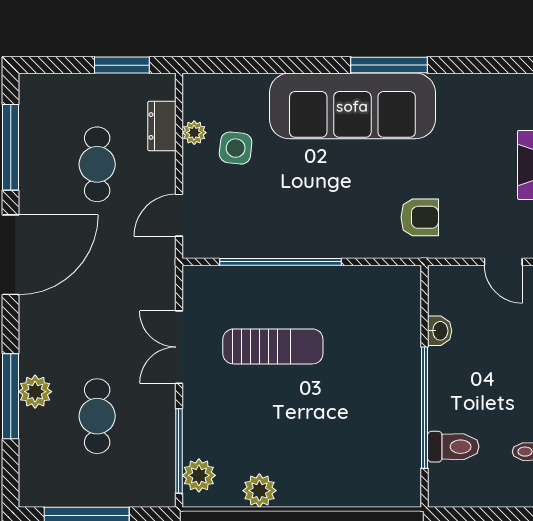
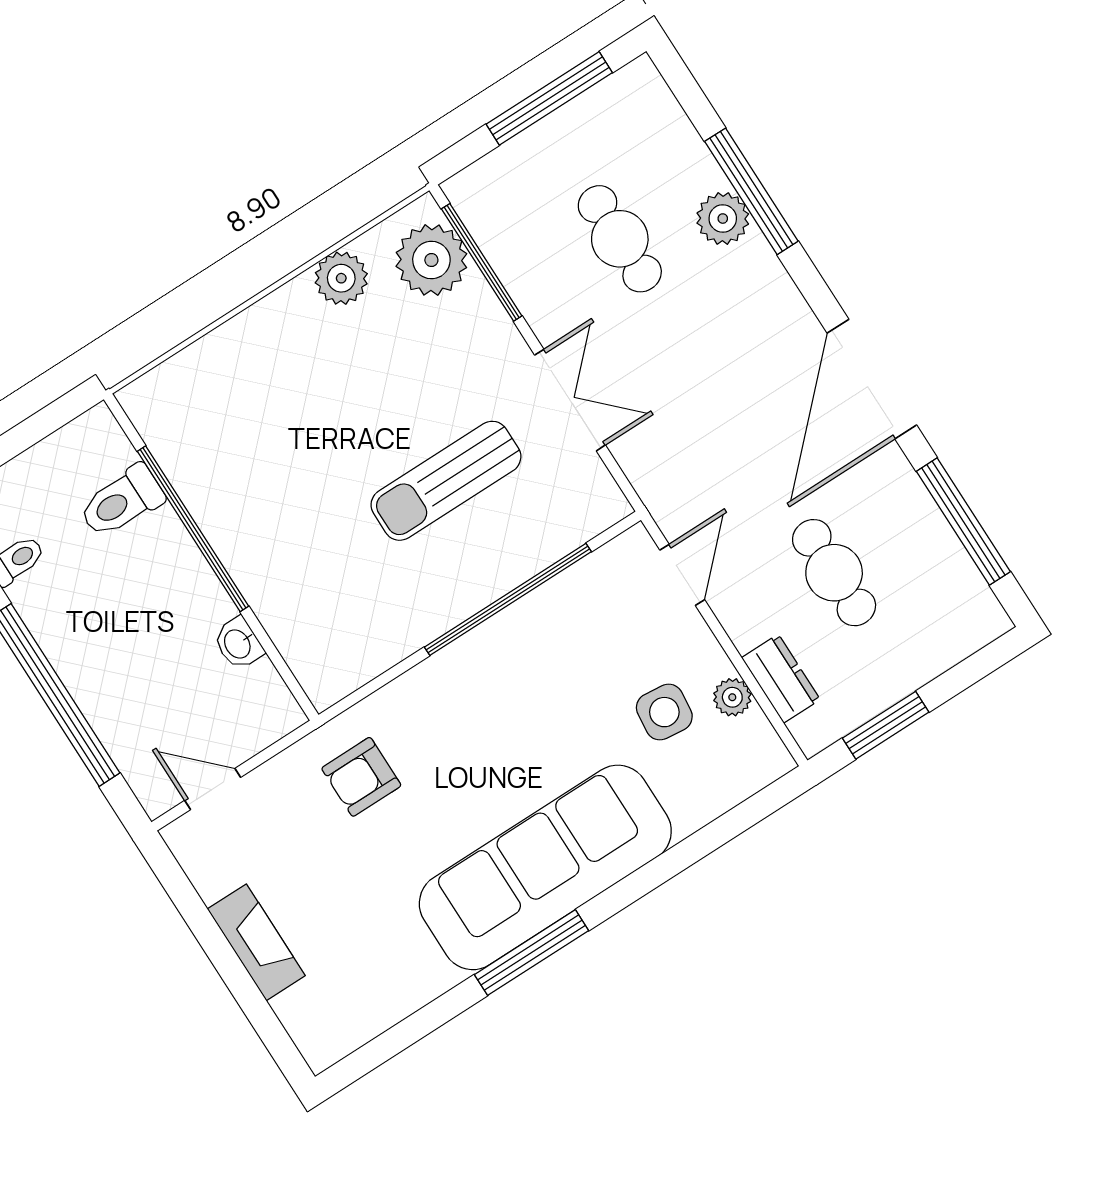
plant: (199, 475) -> (431, 260), width x1.36, depth x1.36

